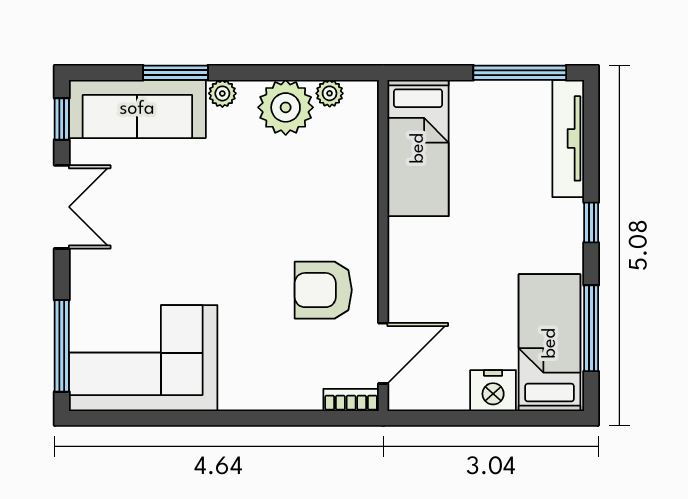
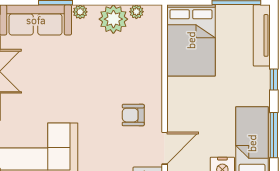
bed: (418, 148) -> (191, 40), width x1.50
armchair: (323, 290) -> (133, 115), width x0.72, depth x0.72

